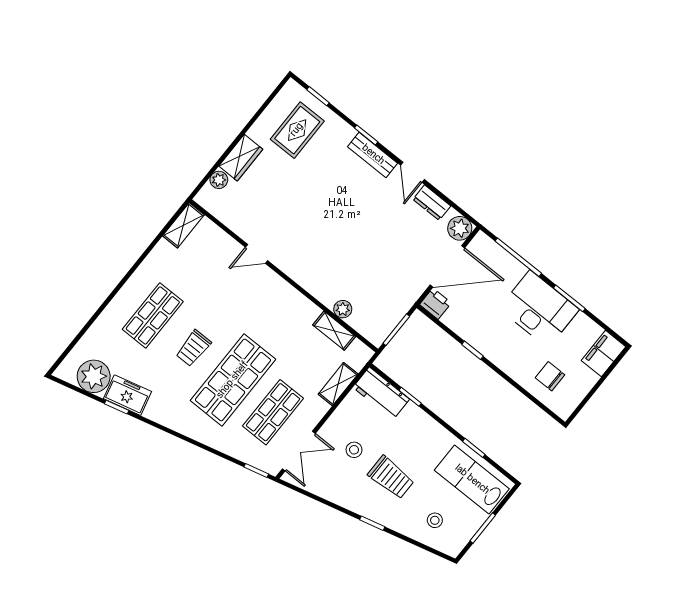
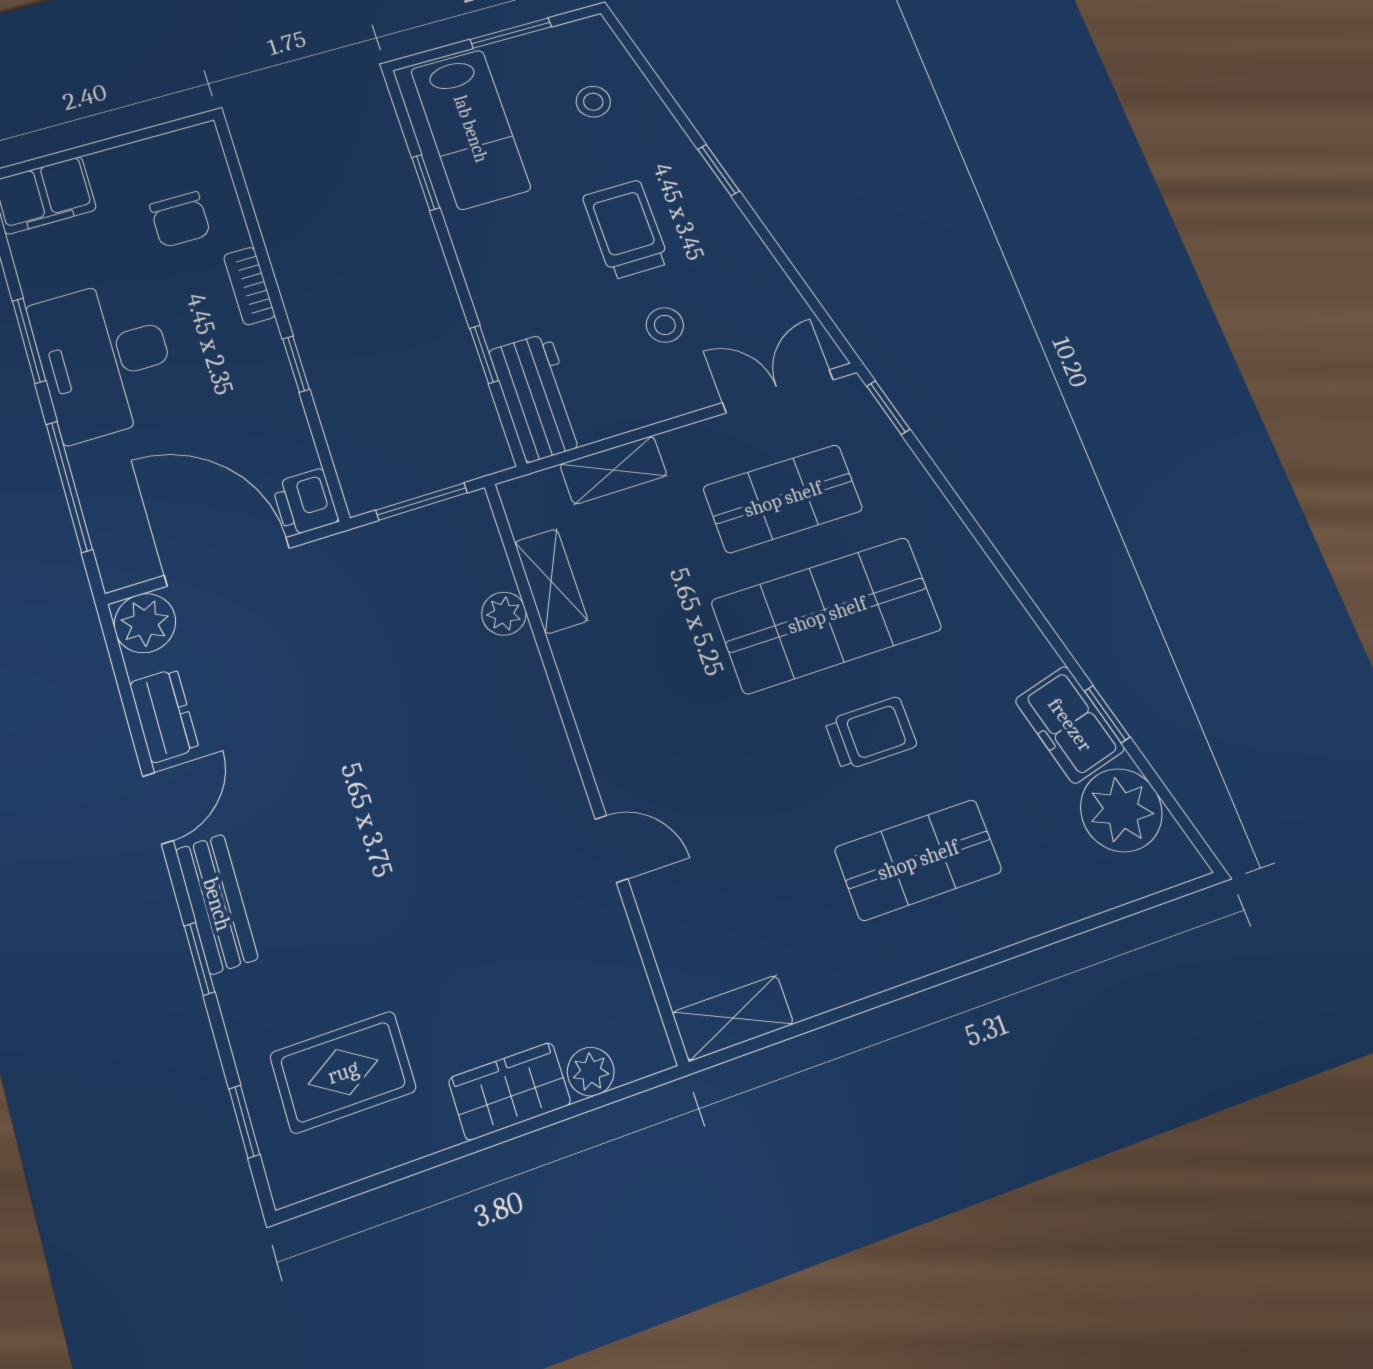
bookcase: (509, 368) -> (249, 286), added

